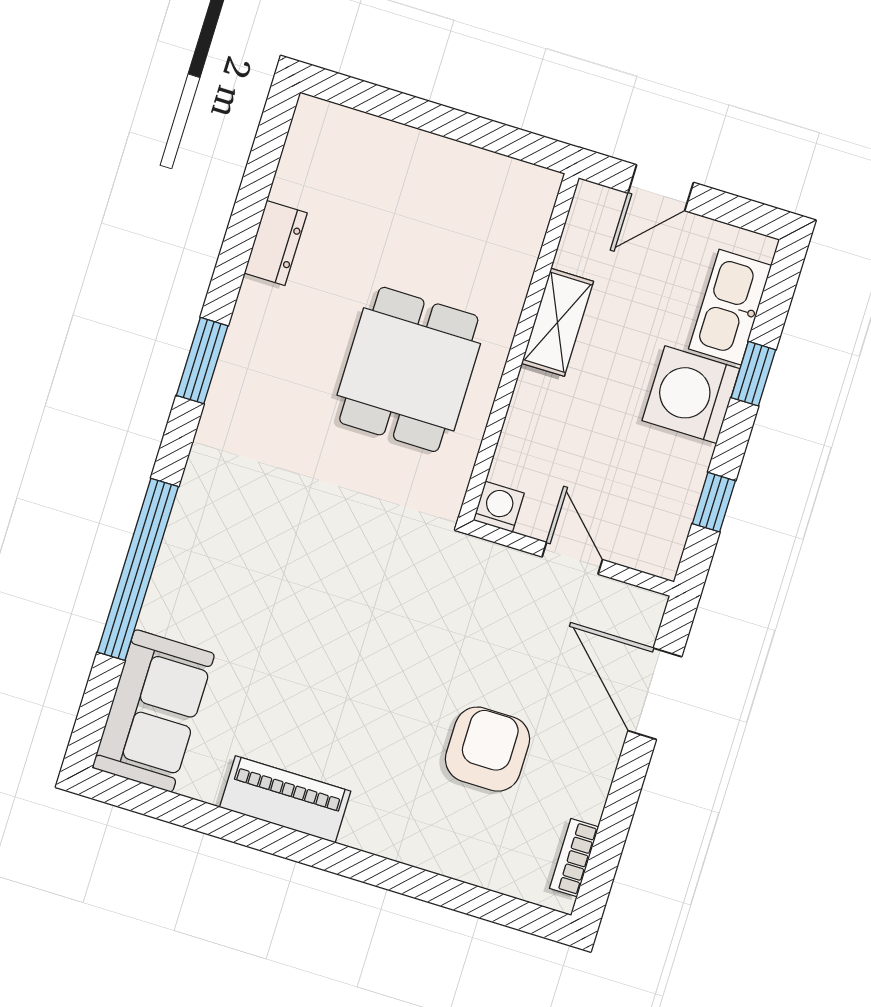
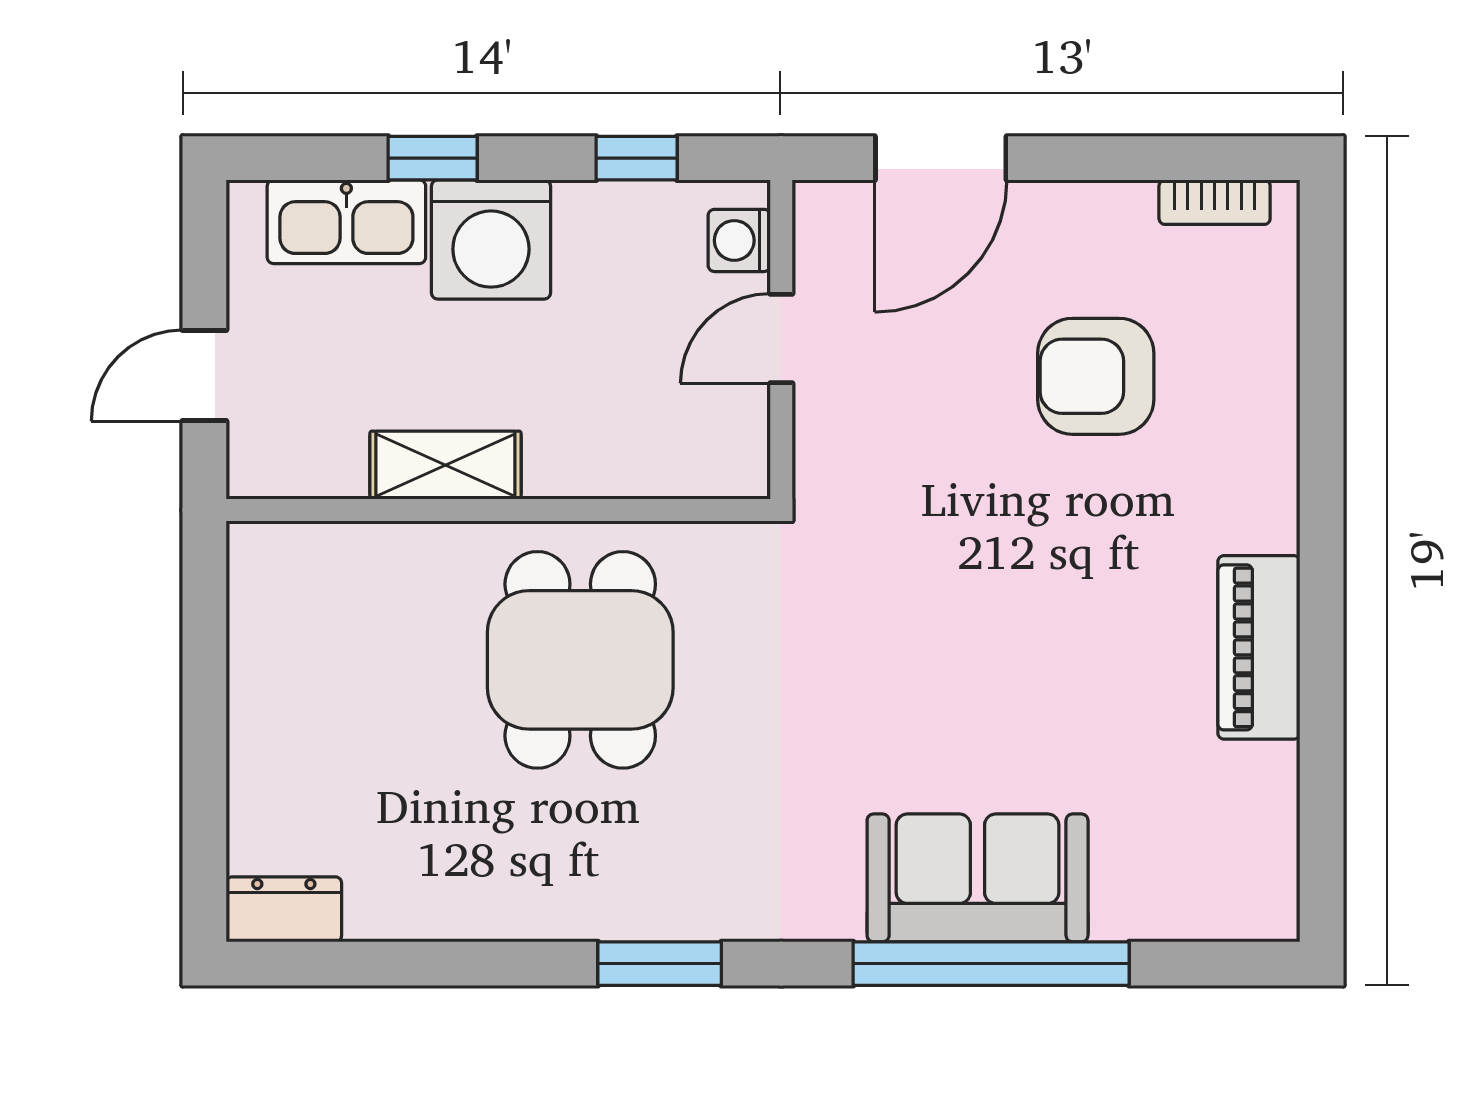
door: (661, 188) -> (204, 376), swing flipped
dresser: (276, 243) -> (284, 909), moved
dining table: (409, 369) -> (580, 660), turned 90
washing machine: (499, 507) -> (739, 240), moved
sofa: (153, 711) -> (978, 878), moved

